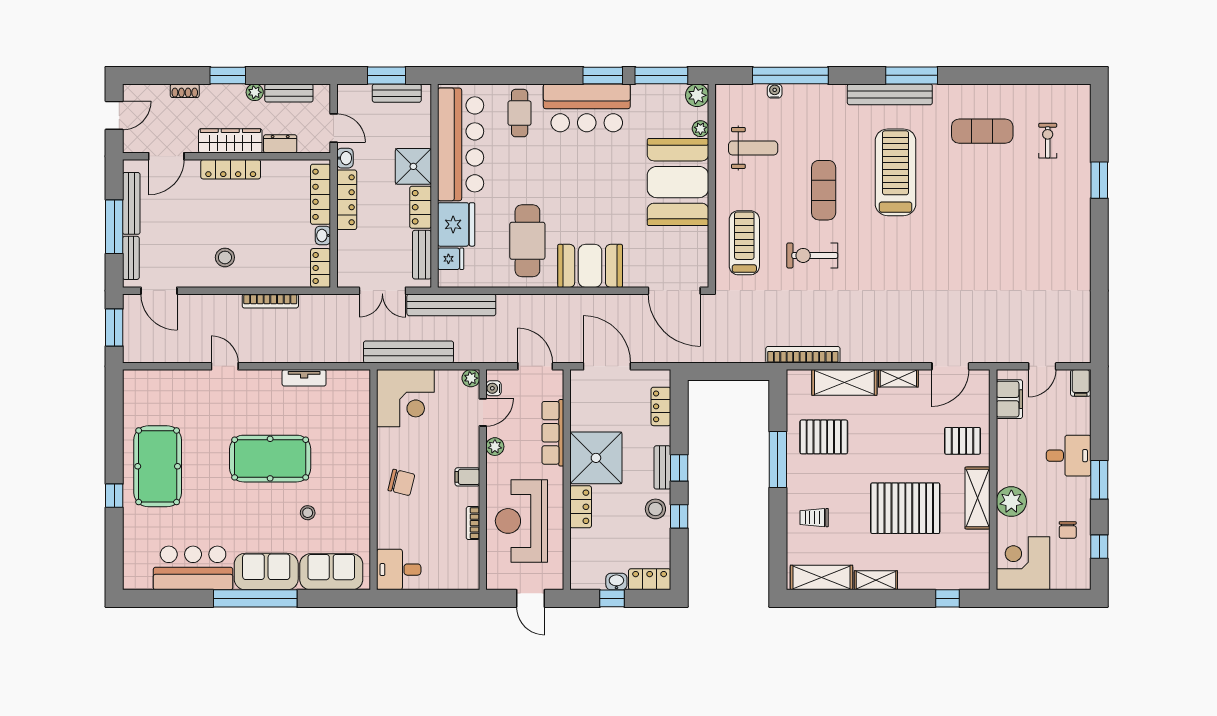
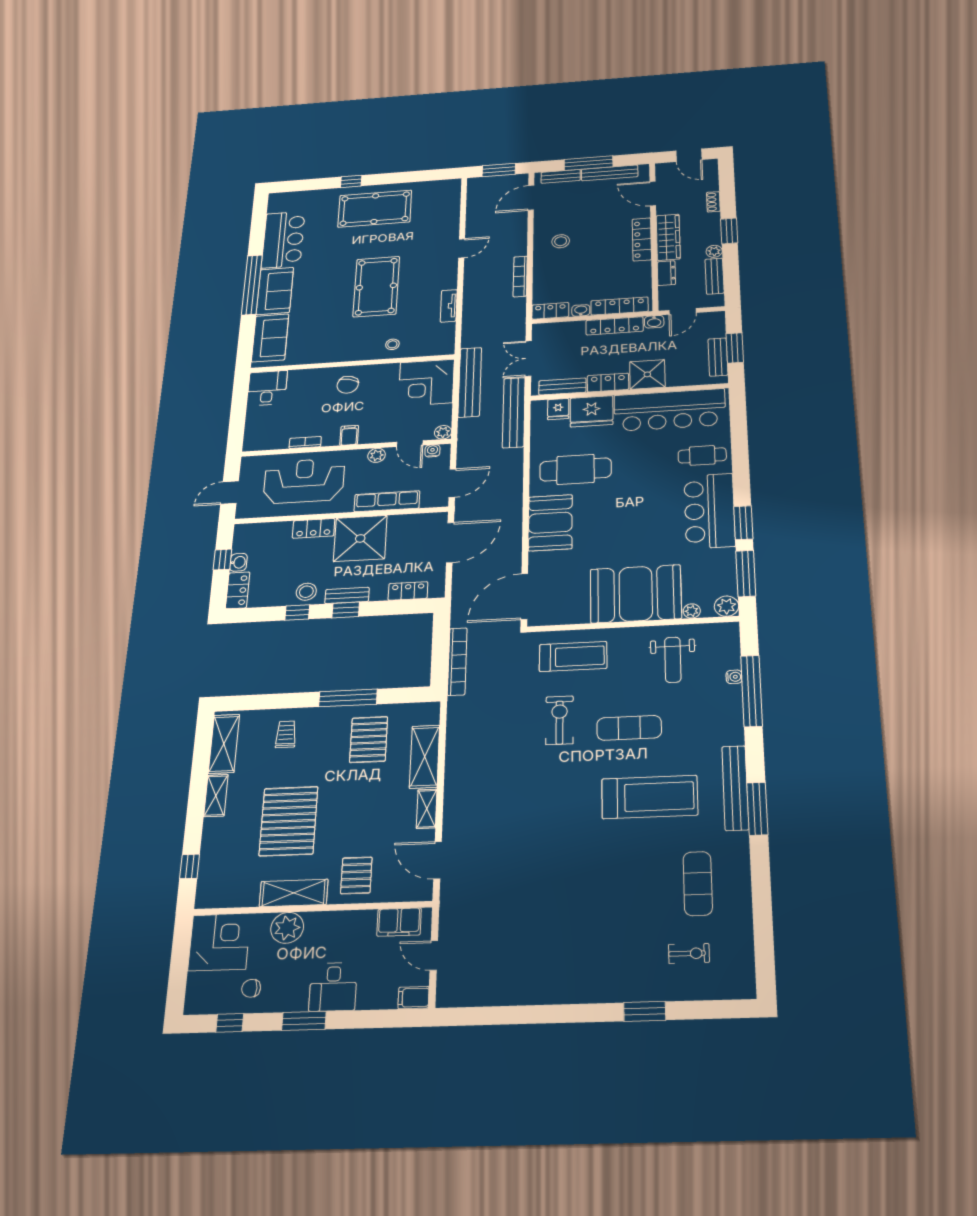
bookcase: (803, 355) -> (457, 662), moved
stool: (308, 513) -> (392, 344), moved

